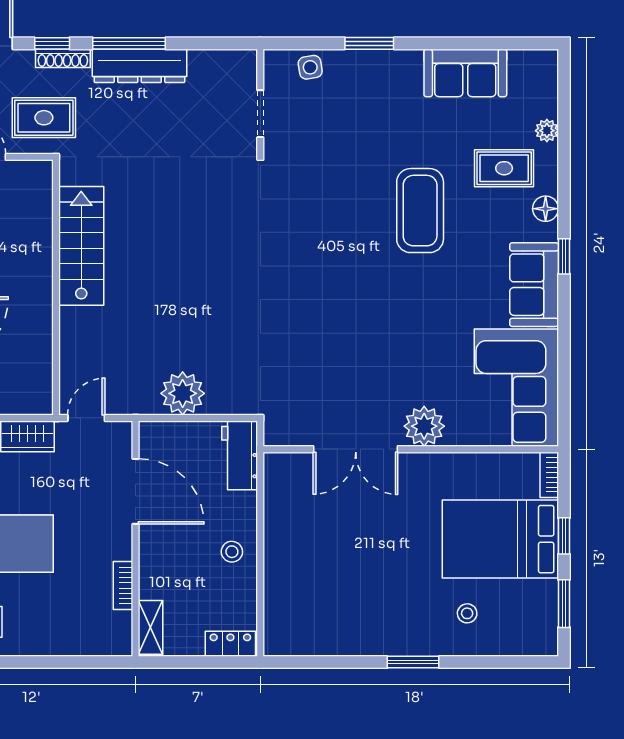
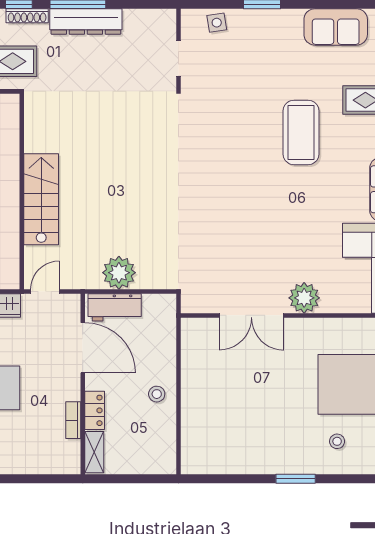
stairs: (81, 246) -> (41, 199), moved
workbench: (240, 455) -> (115, 307), moved, turned -90
locker: (230, 644) -> (95, 410), moved, turned 90

